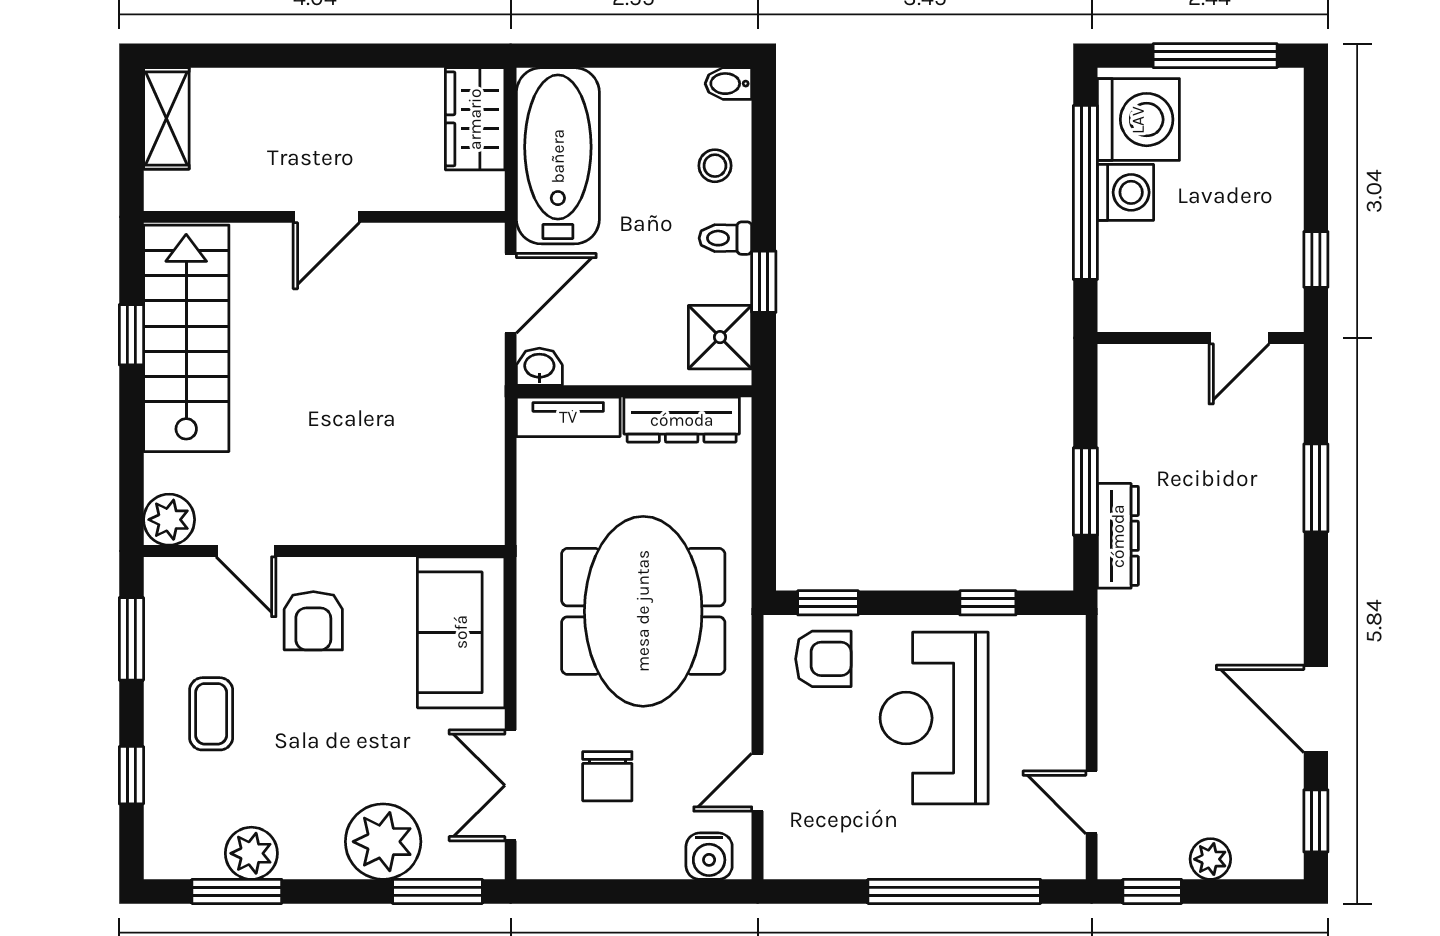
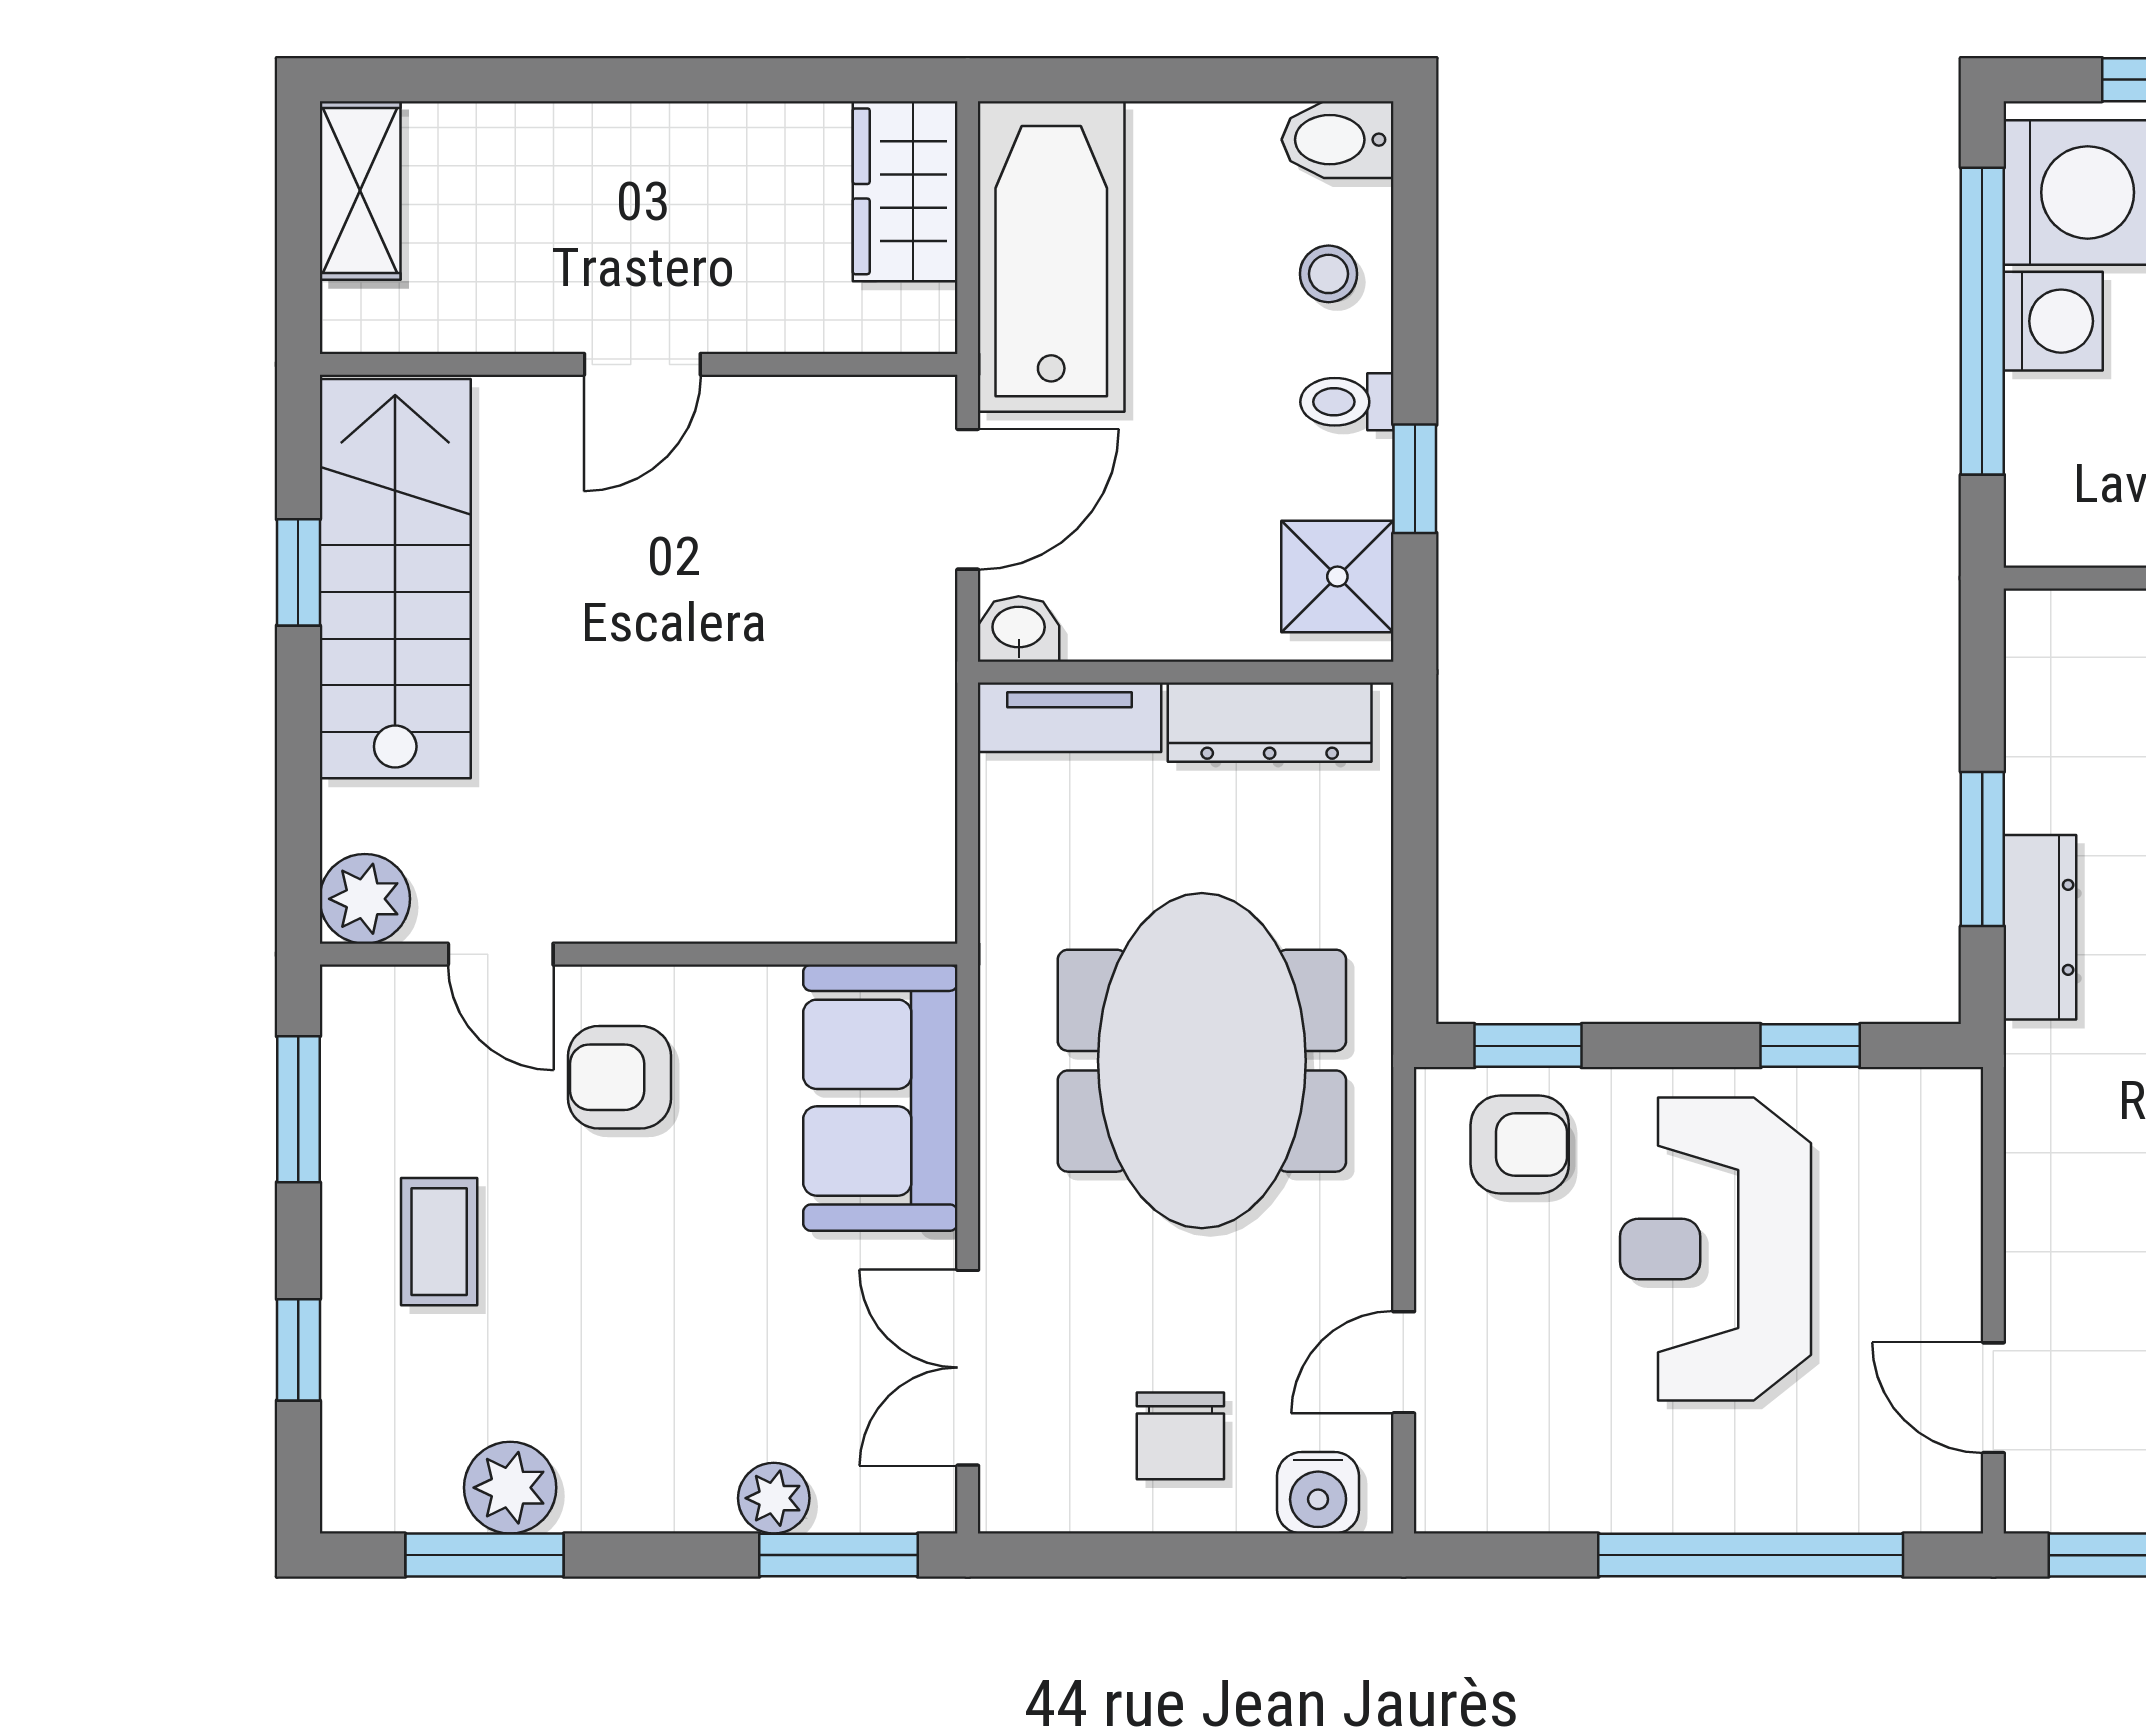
bidet: (728, 84) -> (1338, 140), width x1.38, depth x1.36
armchair: (313, 621) -> (619, 1077), turned 90
chair: (607, 776) -> (1180, 1436), moved
plant: (383, 842) -> (774, 1498), width x0.53, depth x0.53

